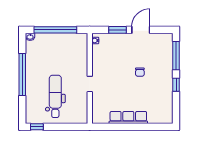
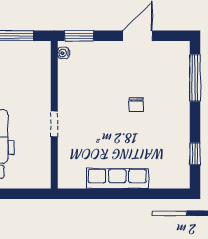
window: (118, 30) -> (79, 36), moved
window: (176, 85) -> (195, 154), moved

